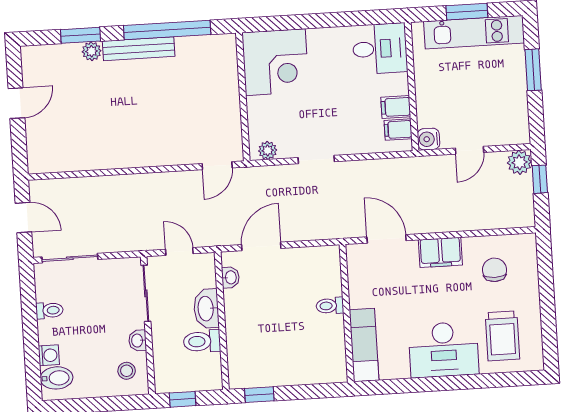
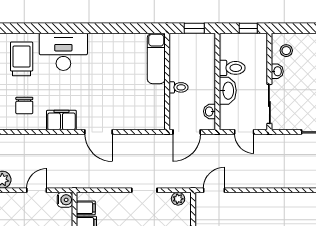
toilet: (330, 306) -> (178, 87), moved
wall: (347, 313) -> (167, 81), moved
exam couch: (364, 345) -> (156, 58), moved

